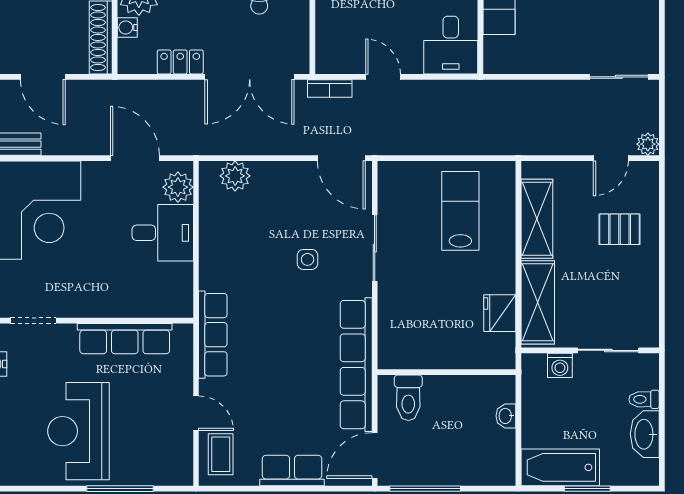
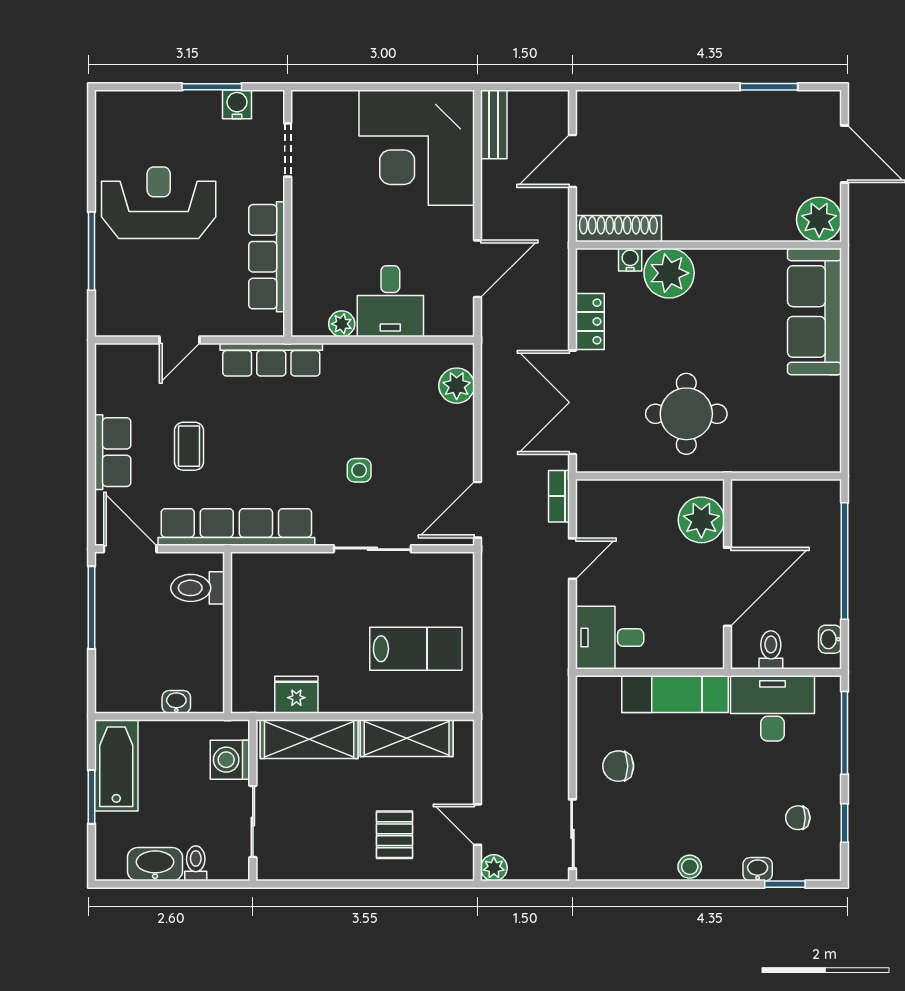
chair: (561, 38) -> (618, 766), added
plant: (178, 187) -> (342, 324), moved, width x0.73, depth x0.73
washing machine: (560, 365) -> (230, 760), width x1.38, depth x1.38
coffee table: (221, 454) -> (189, 446), moved, turned 90

